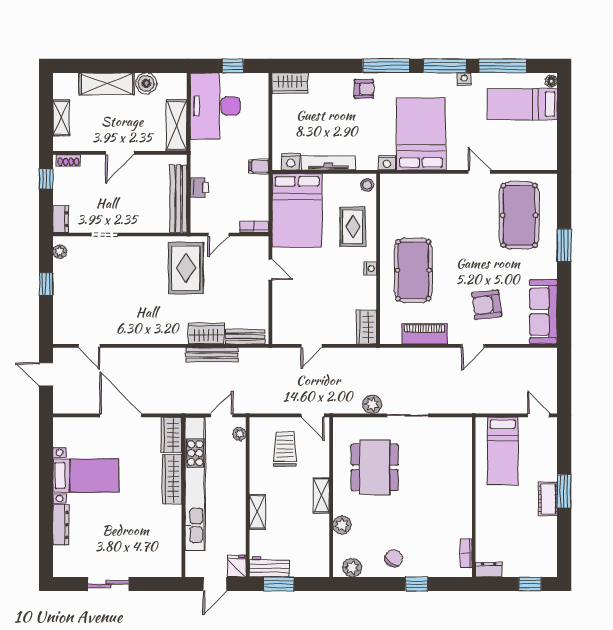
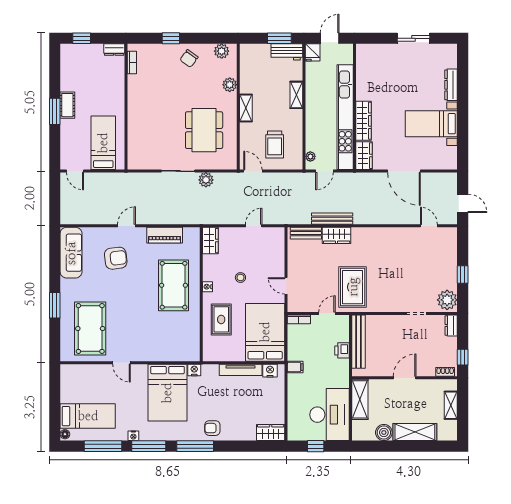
stool: (367, 185) -> (240, 278), moved
plant: (60, 252) -> (447, 300), width x1.88, depth x1.88

